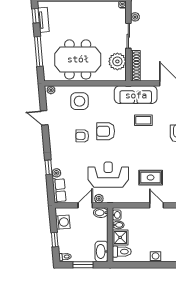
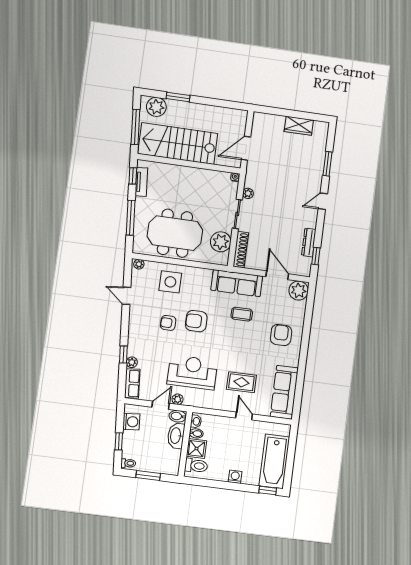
washbasin: (102, 251) -> (176, 436), moved

